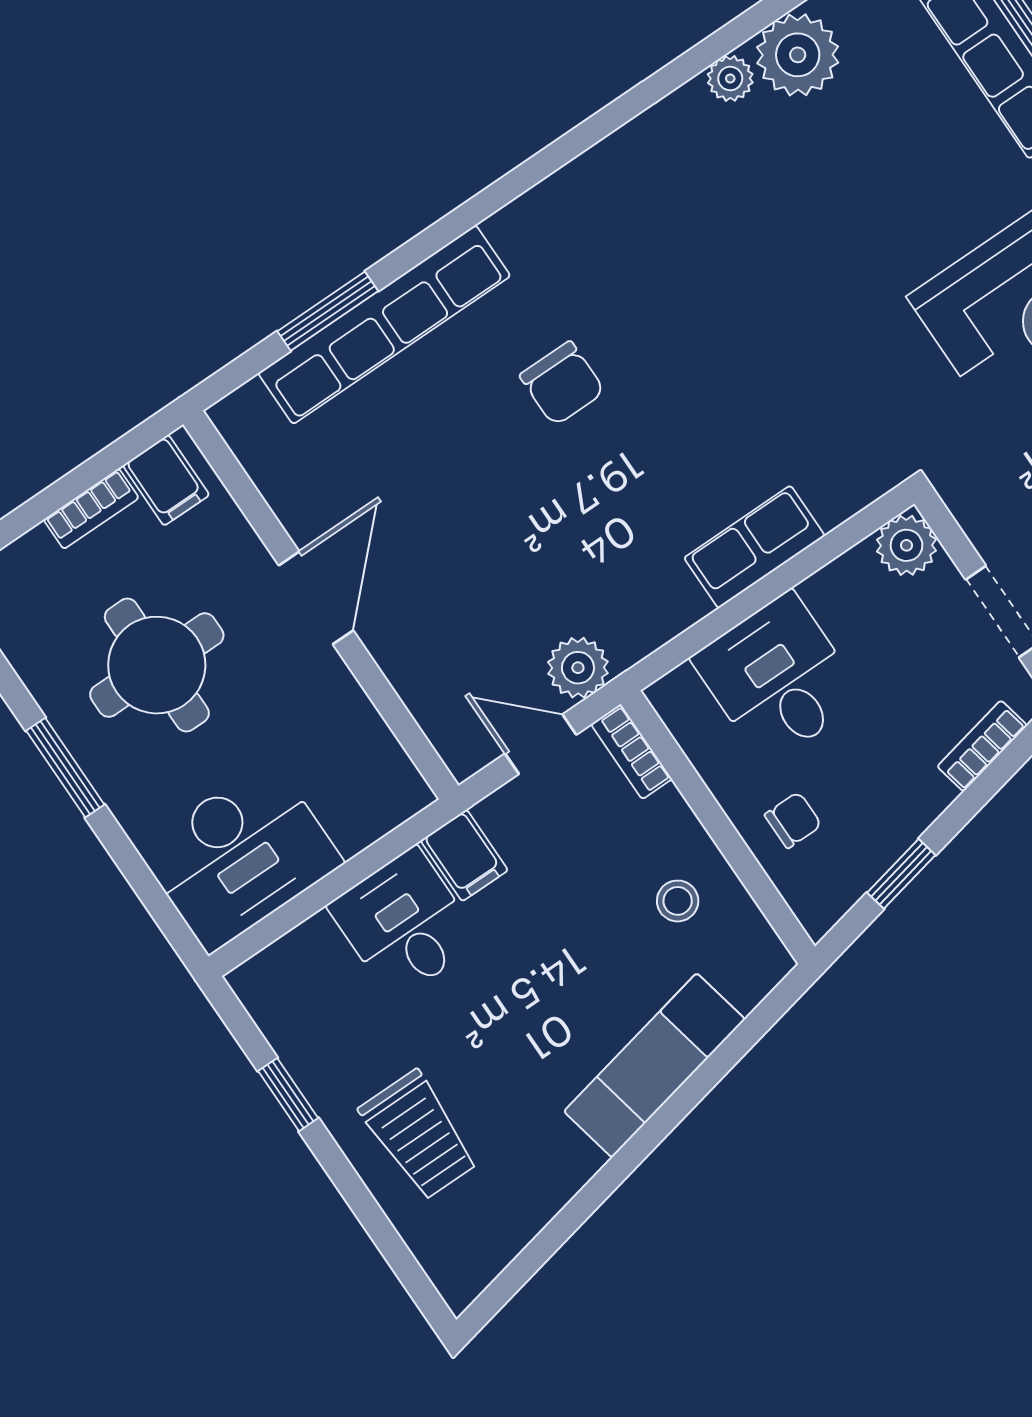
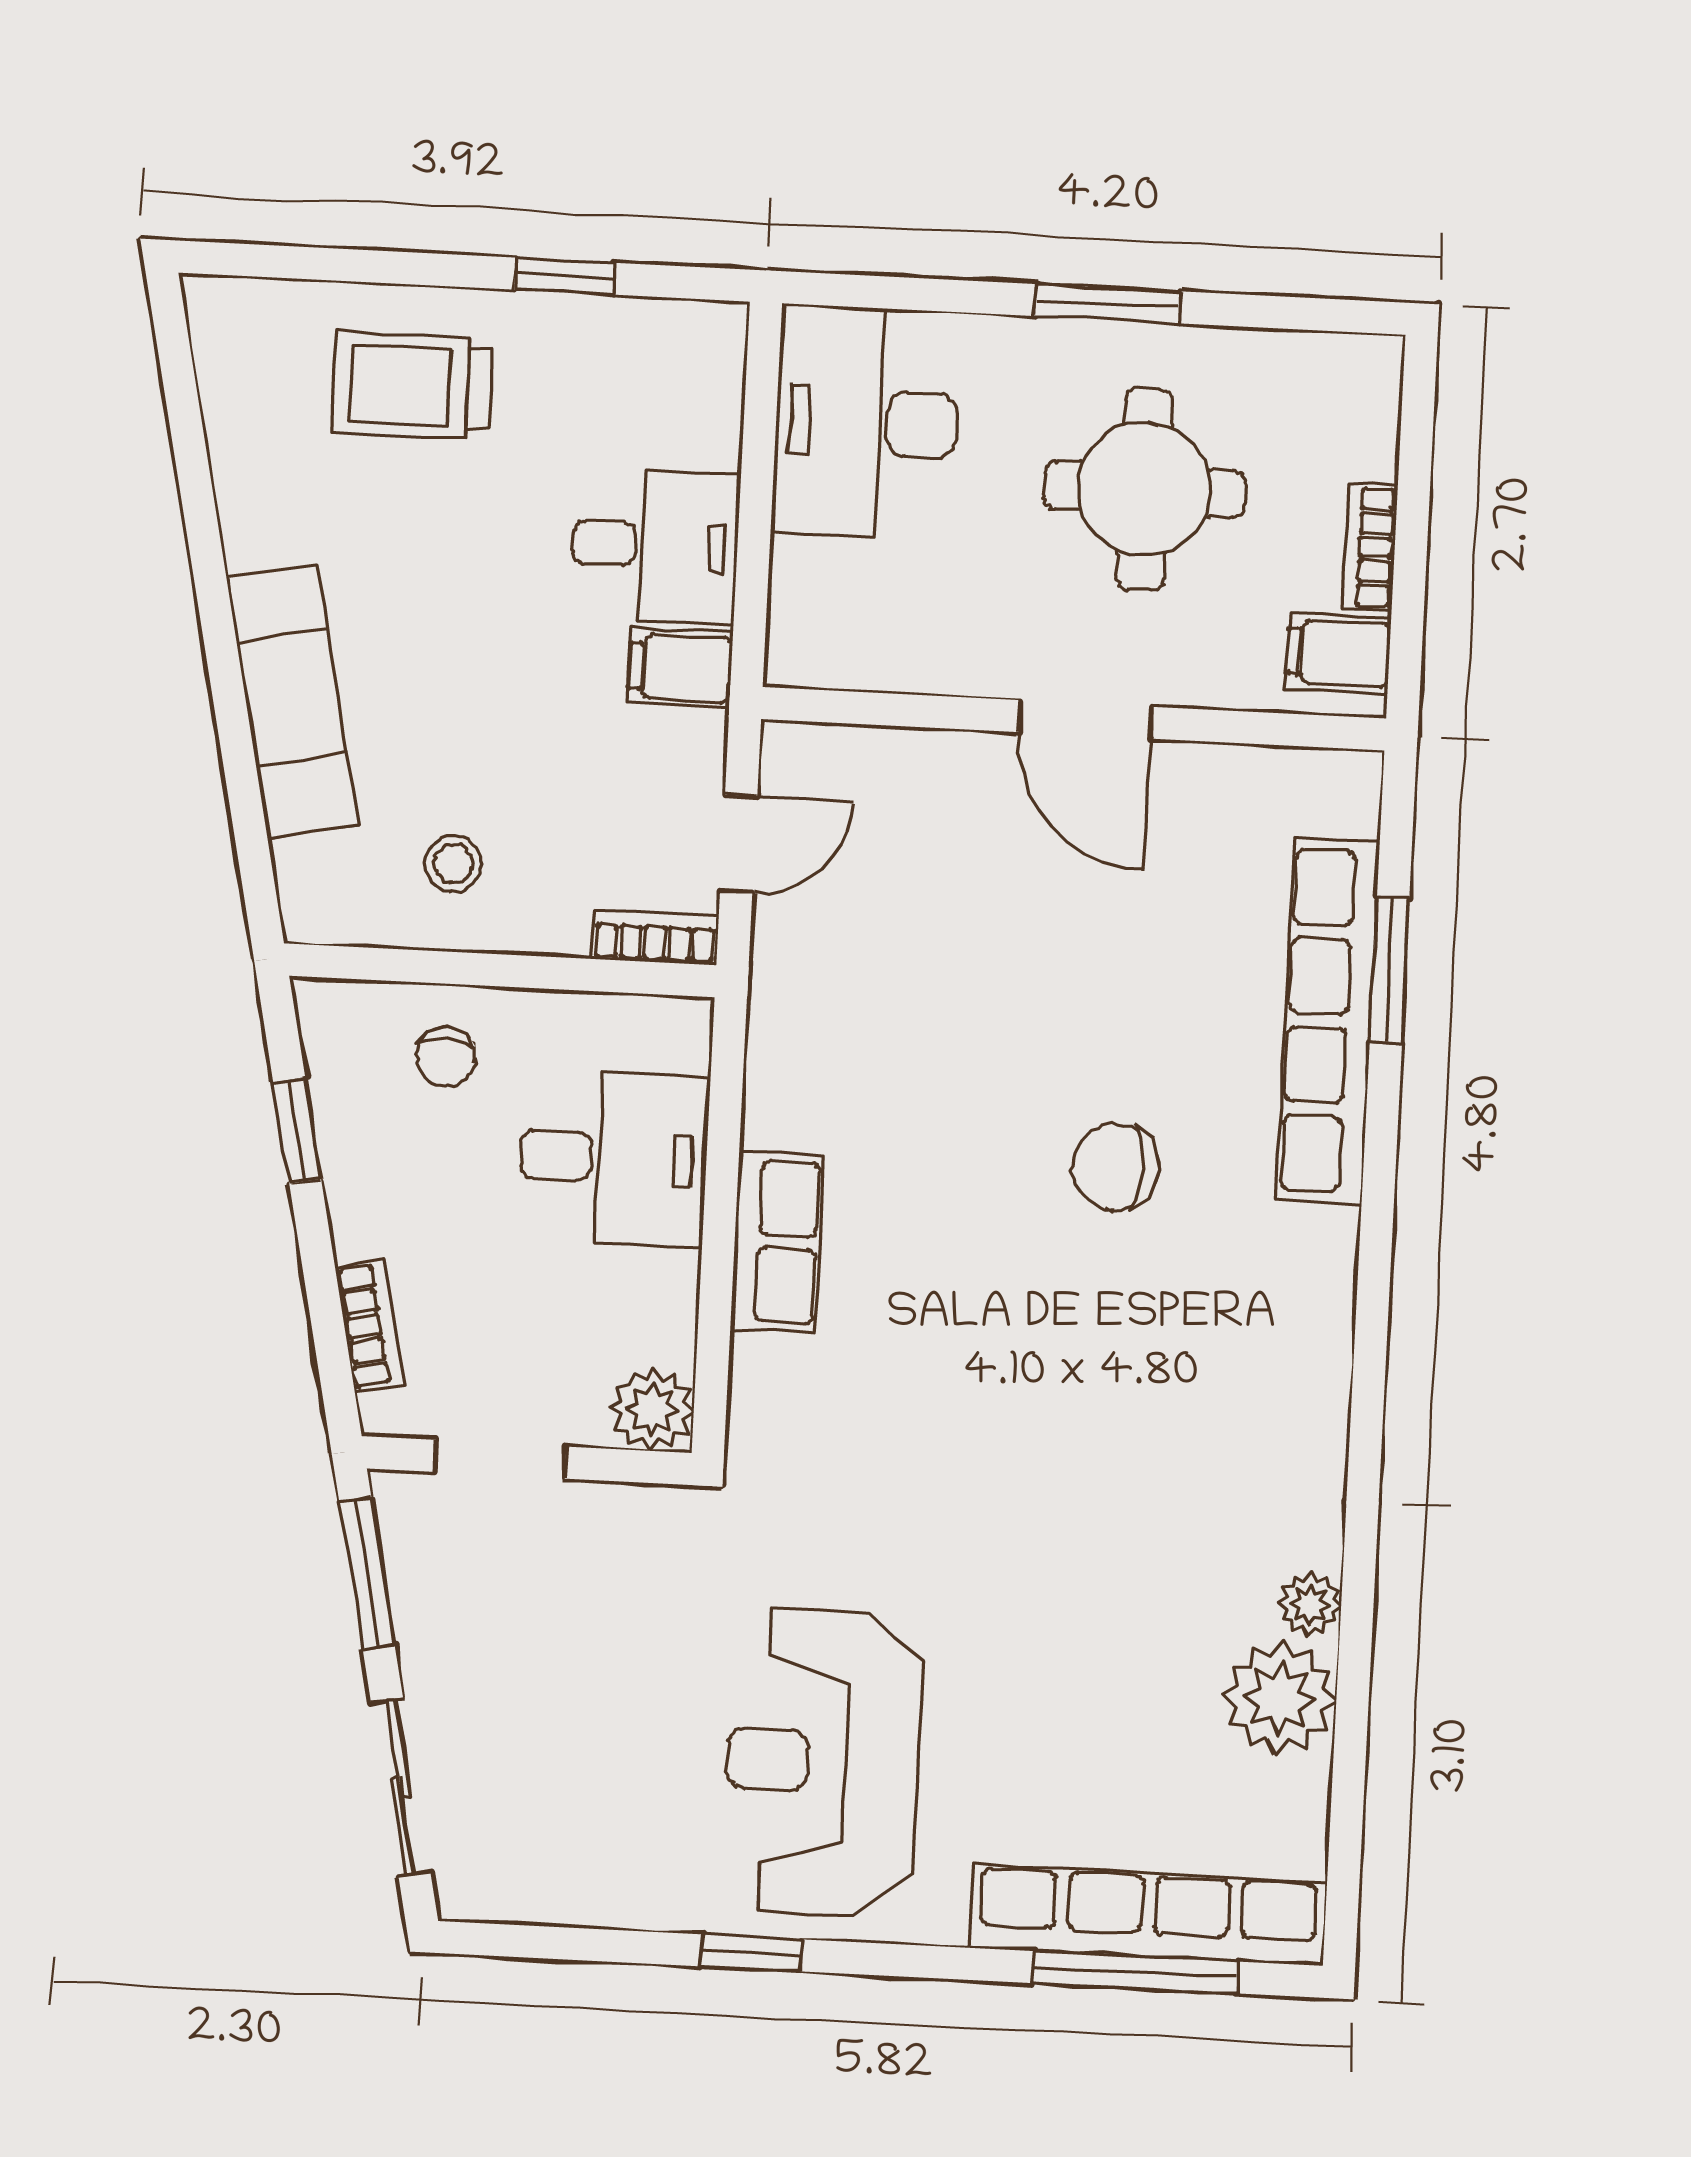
plant: (578, 668) -> (791, 948), removed

